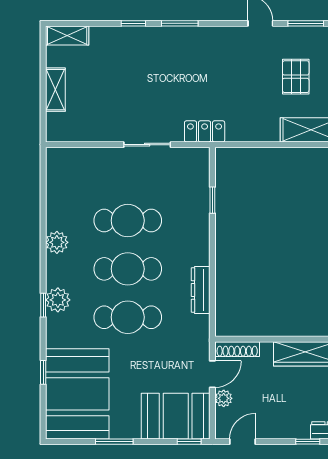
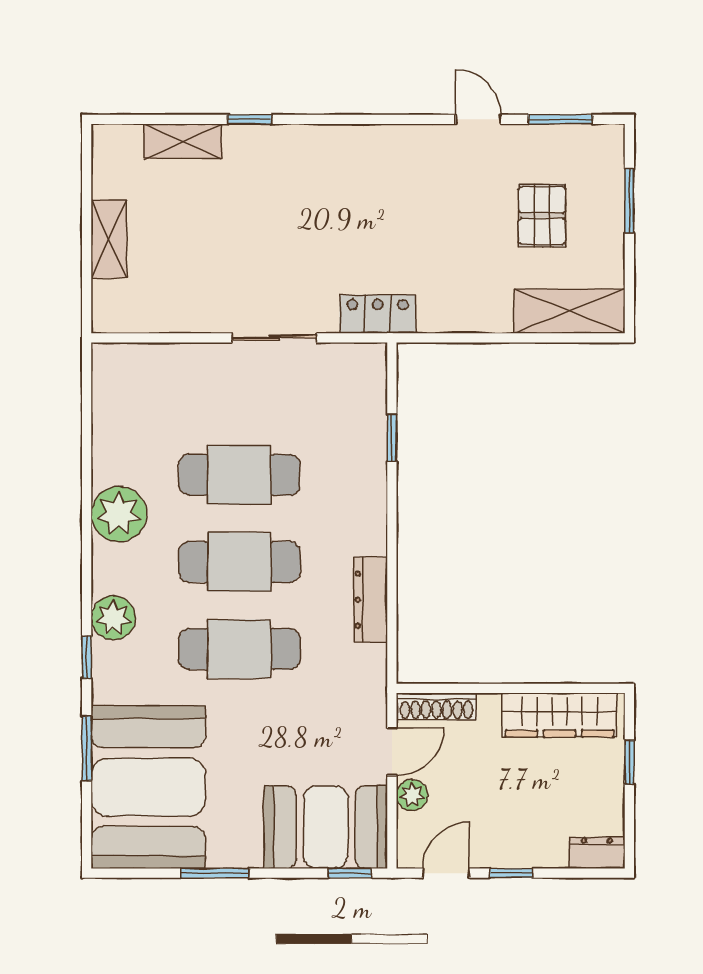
window: (180, 23) -> (333, 119), removed
shelving: (67, 36) -> (182, 141), moved
plant: (57, 242) -> (119, 514), width x1.36, depth x1.36
window: (43, 305) -> (87, 657), moved
window: (43, 372) -> (87, 748), width x1.50
window: (308, 442) -> (511, 873), moved

